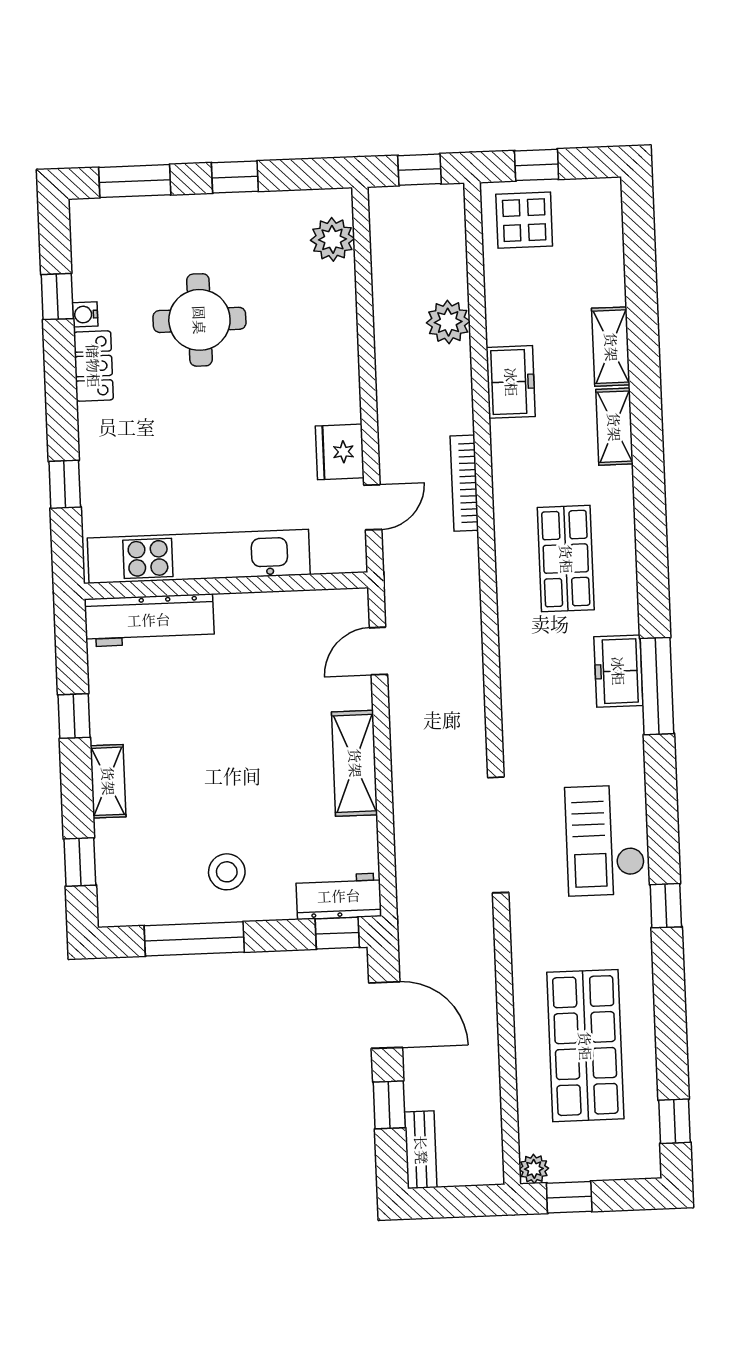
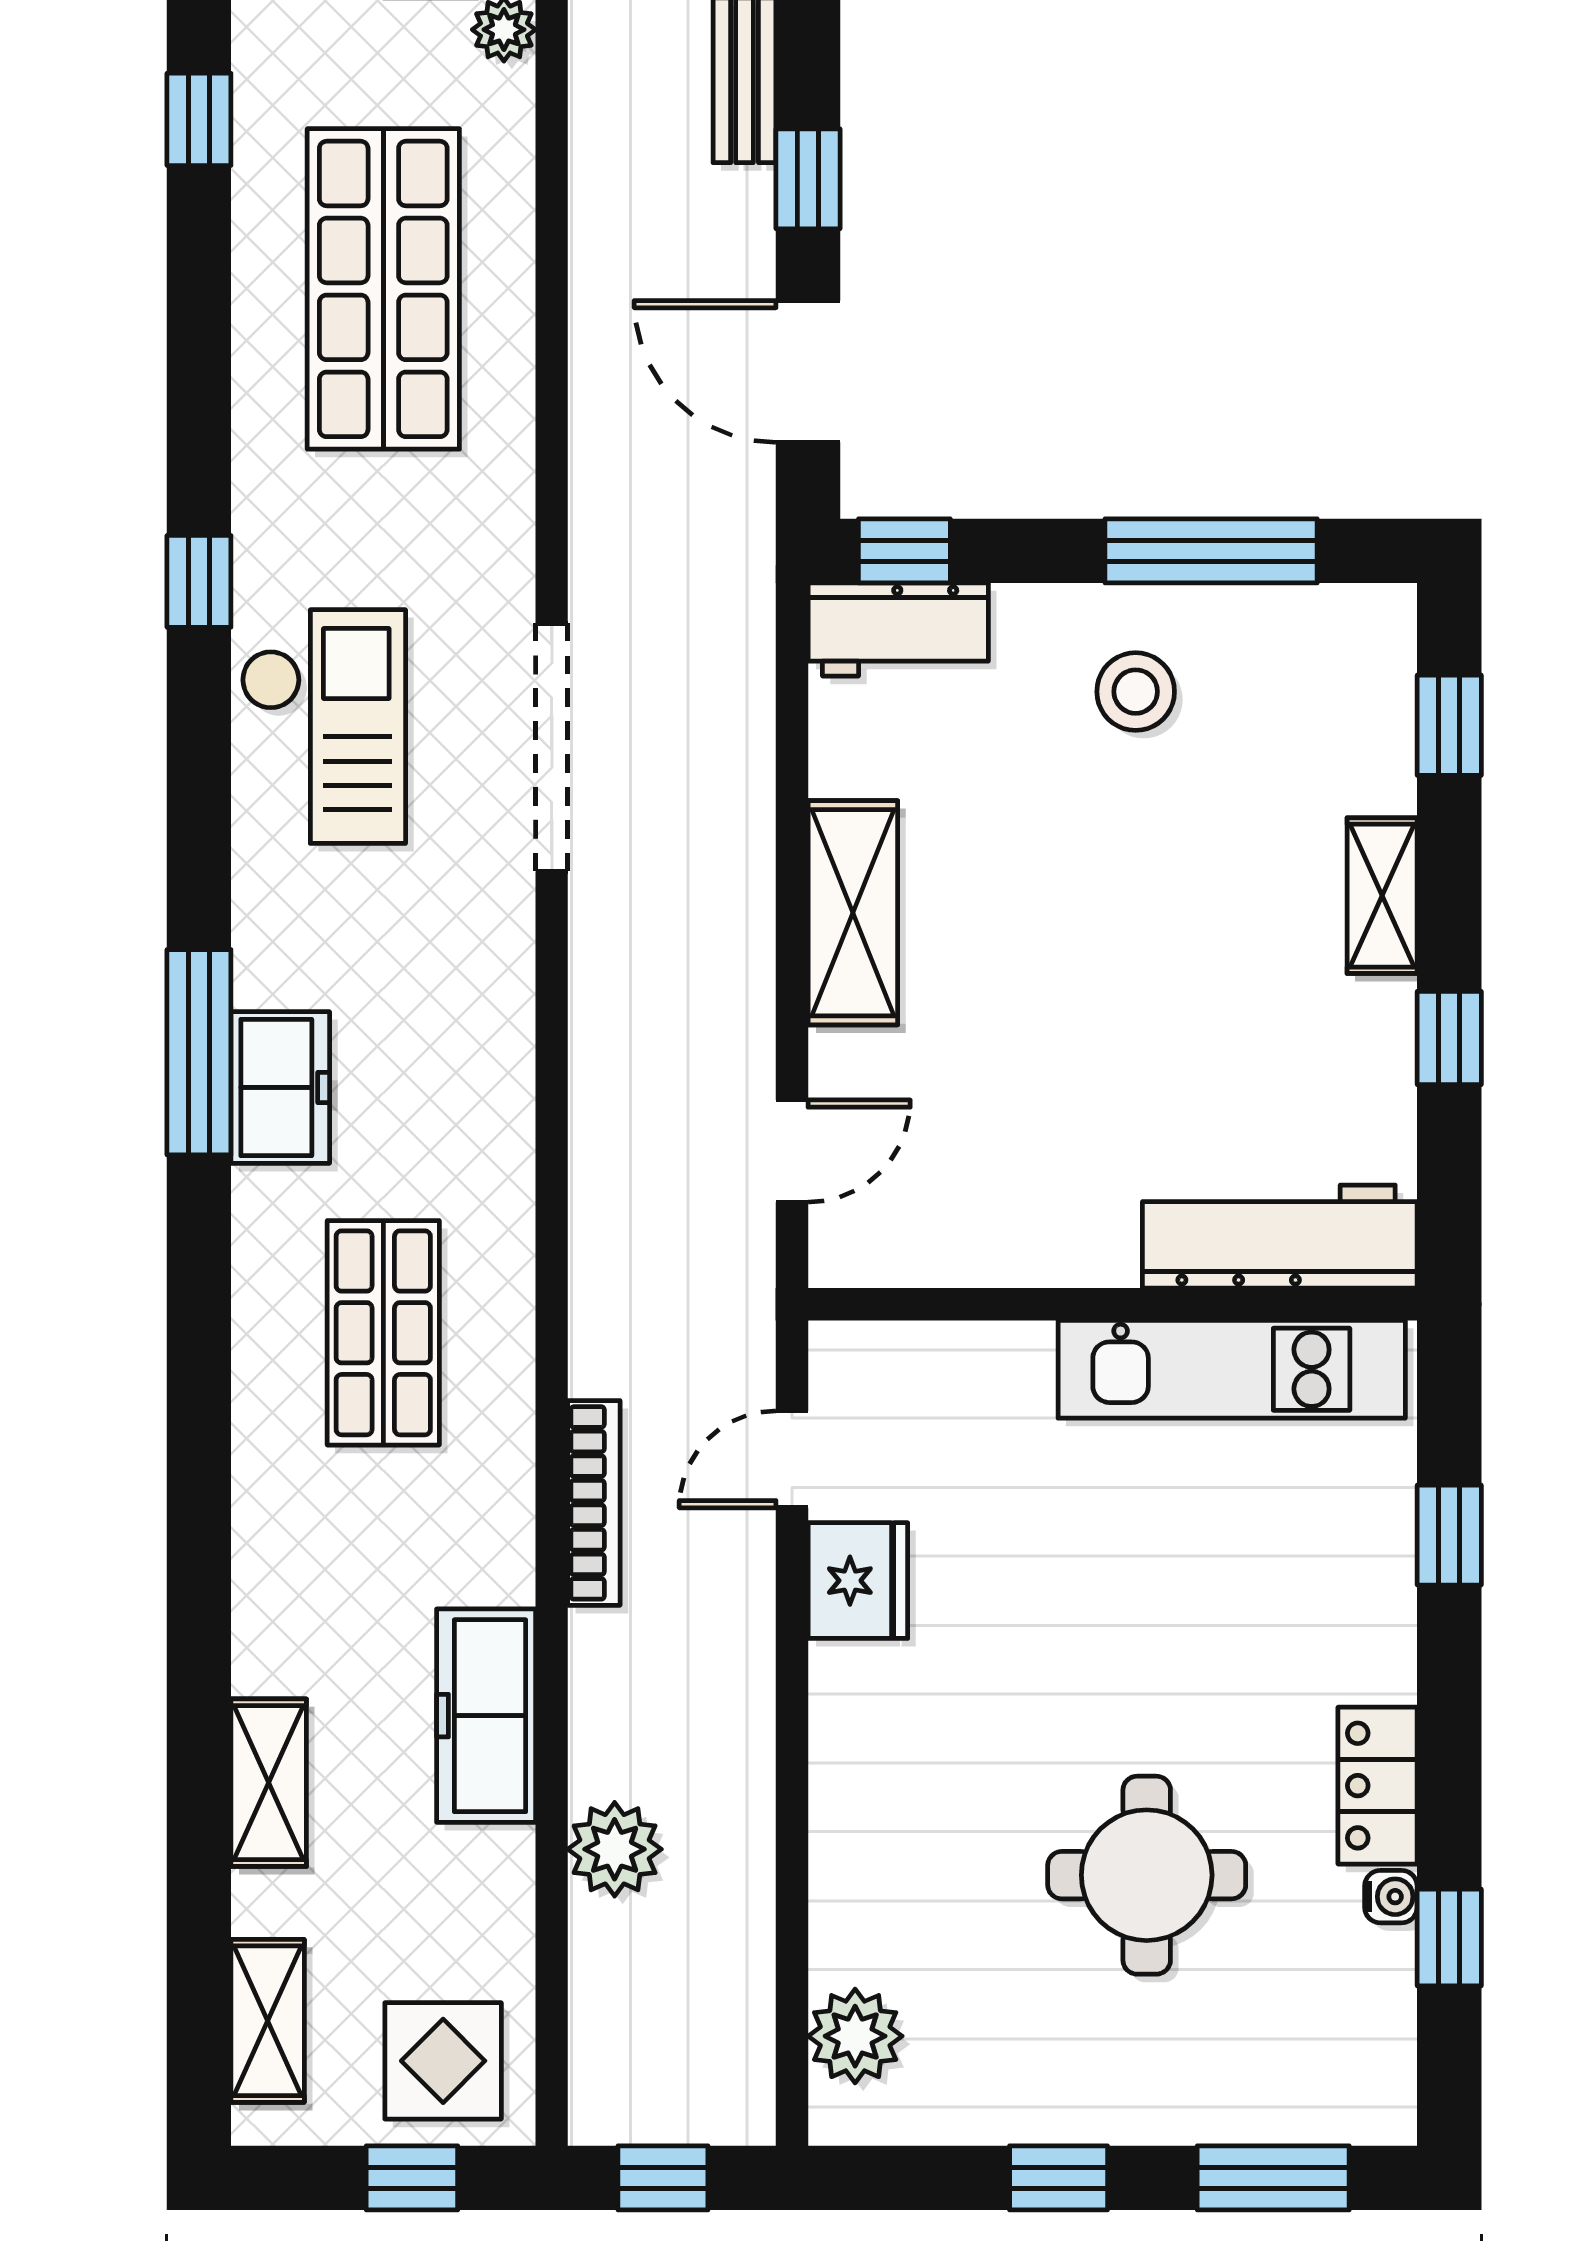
freezer: (511, 382) -> (486, 1716), width x1.40
shelving: (614, 427) -> (268, 2021), moved
kitchen unit: (199, 556) -> (1232, 1369), width x0.73

